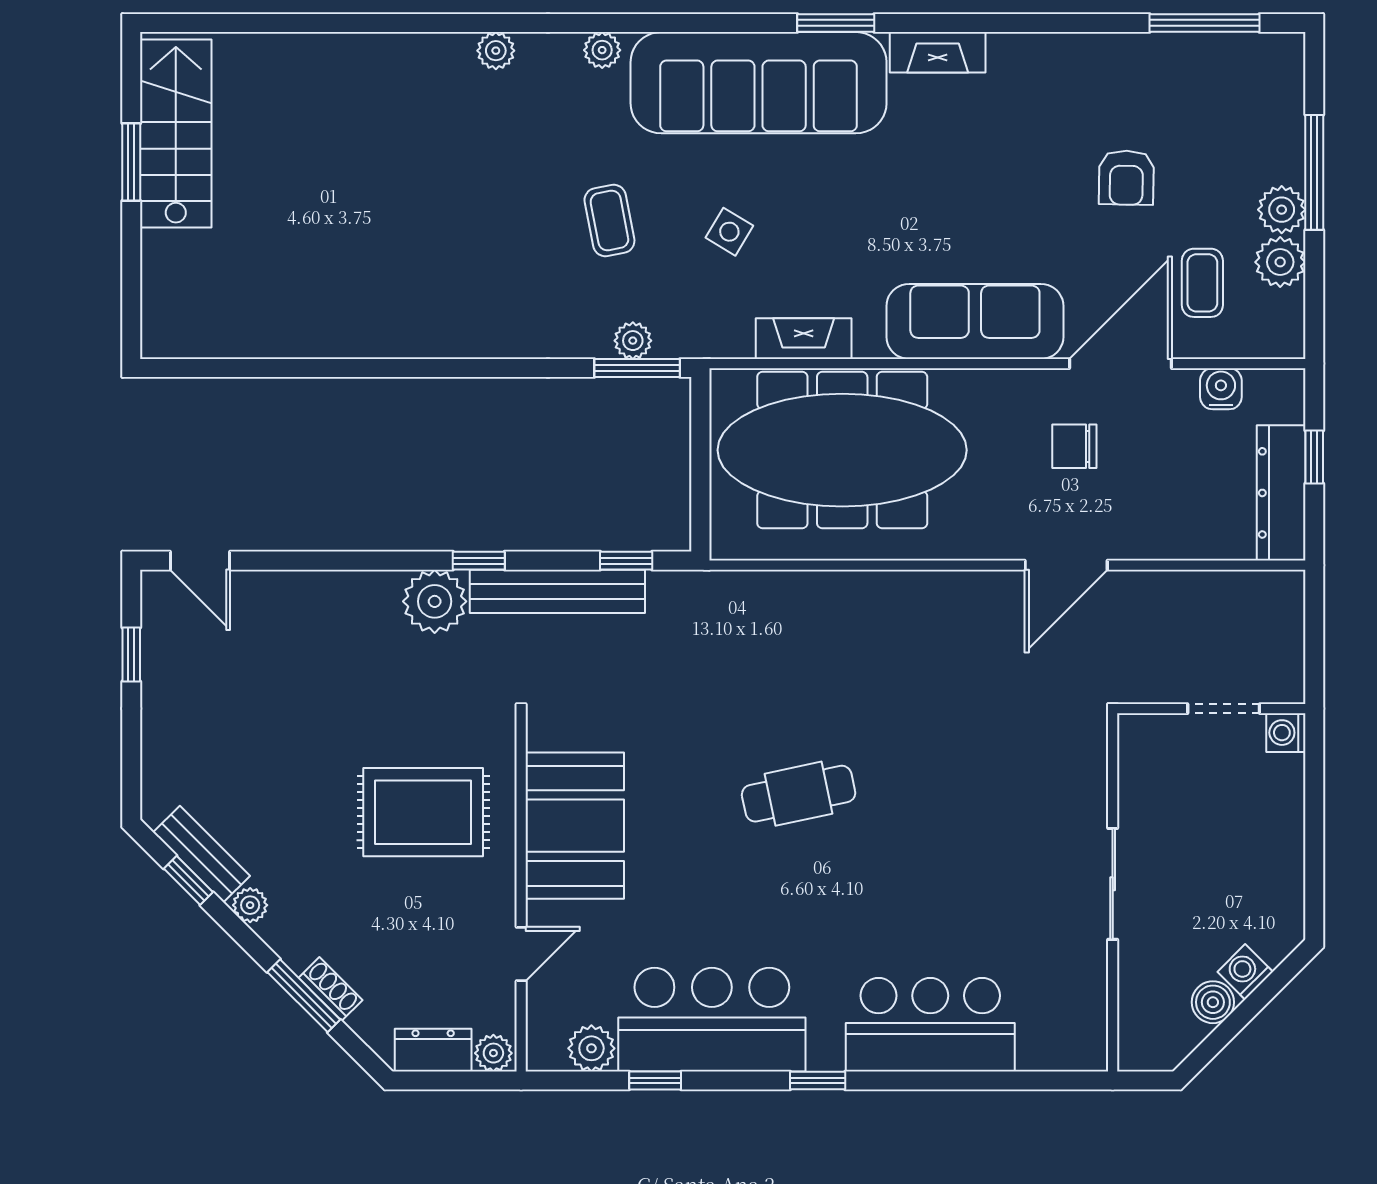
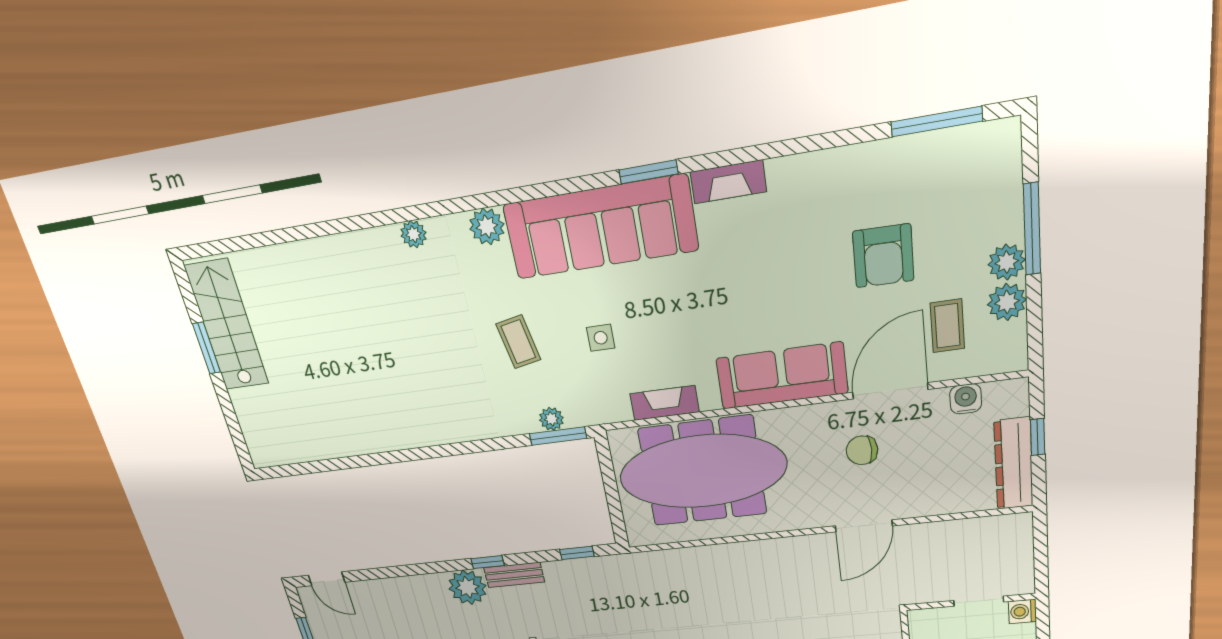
plant: (602, 50) -> (487, 227), width x1.38, depth x1.38
armchair: (1126, 178) -> (883, 256), width x1.38, depth x1.38
side table: (729, 232) -> (601, 338), turned -31
bench: (557, 591) -> (514, 575), width x0.54, depth x0.82

